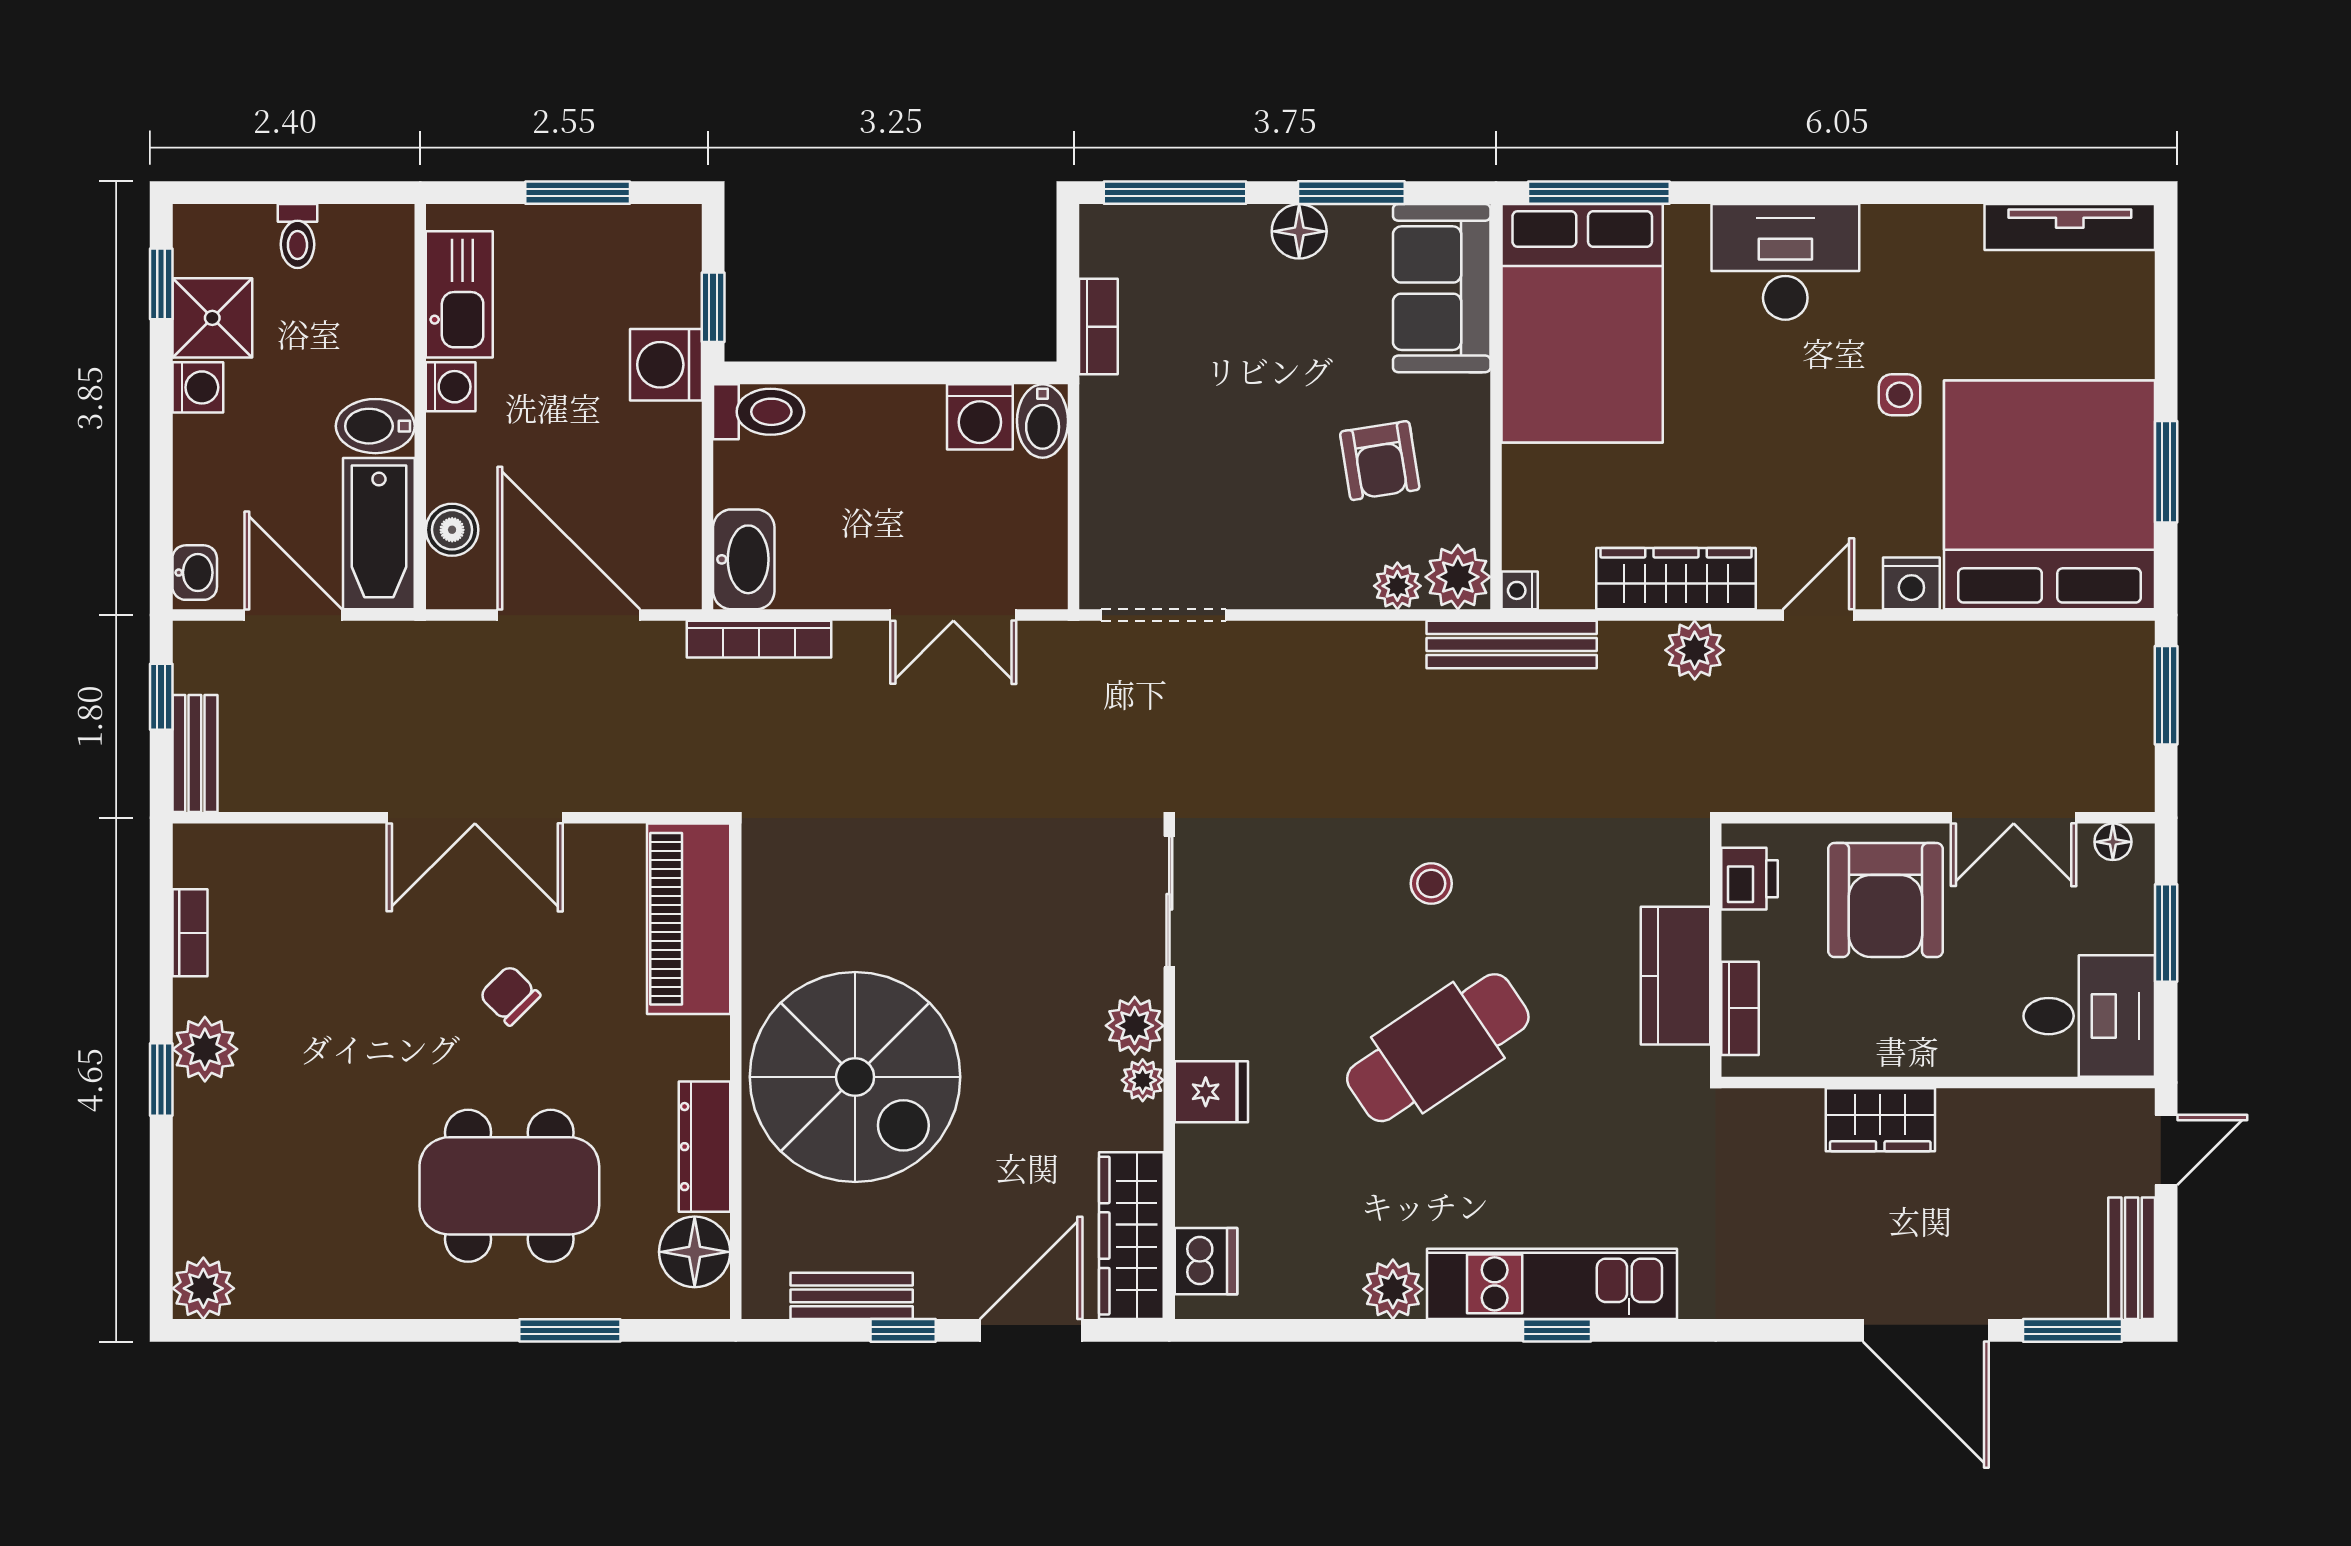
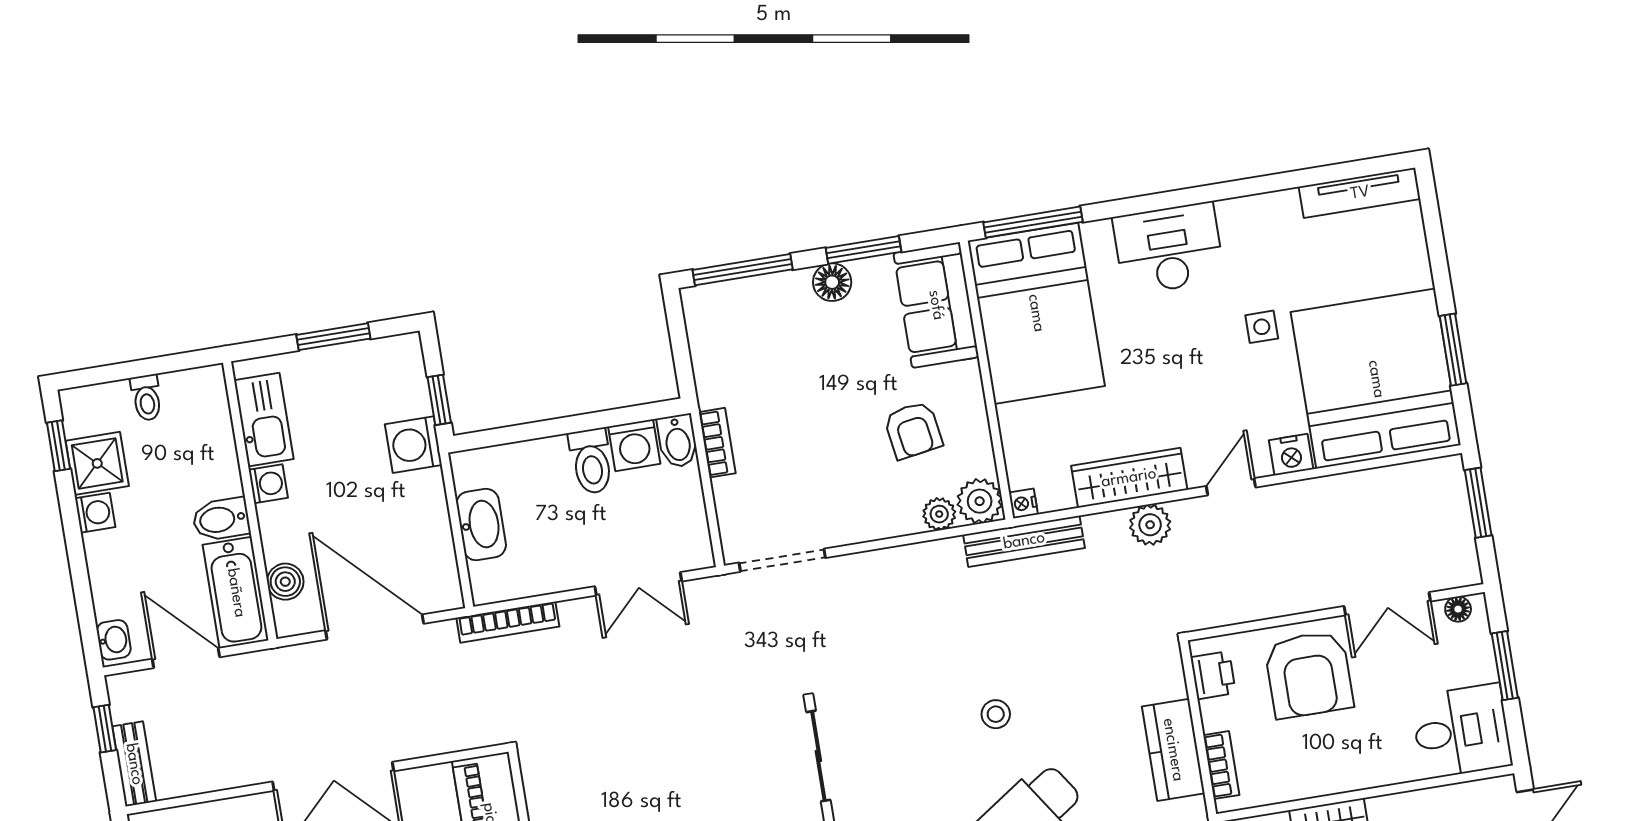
bookcase: (1098, 327) -> (717, 443), moved
toilet: (759, 412) -> (591, 461), moved, turned 90
washbasin: (744, 559) -> (481, 525), moved

